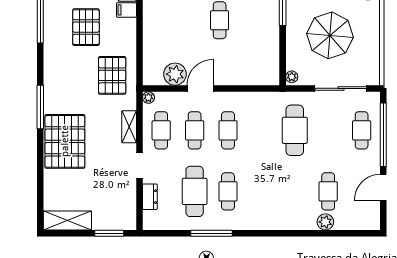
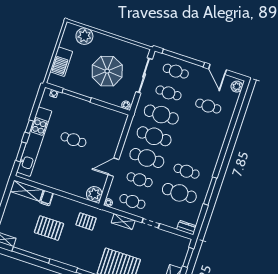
plant: (175, 74) -> (94, 194), moved
pallet: (112, 75) -> (86, 221), width x0.67, depth x0.71
door: (200, 88) -> (114, 167), hinge flipped
cafe table: (228, 130) -> (147, 158), width x1.37, depth x1.35
cafe table: (261, 130) -> (154, 136), added
cafe table: (328, 130) -> (169, 93), added
dresser: (150, 197) -> (186, 228), moved
plant: (325, 222) -> (237, 87), moved

